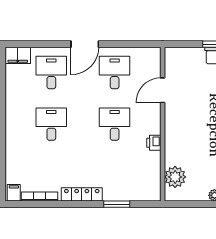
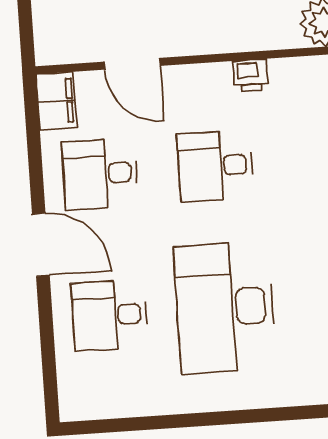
filing cabinet: (18, 55) -> (56, 101), moved
desk: (51, 124) -> (225, 307), width x1.87, depth x1.30

